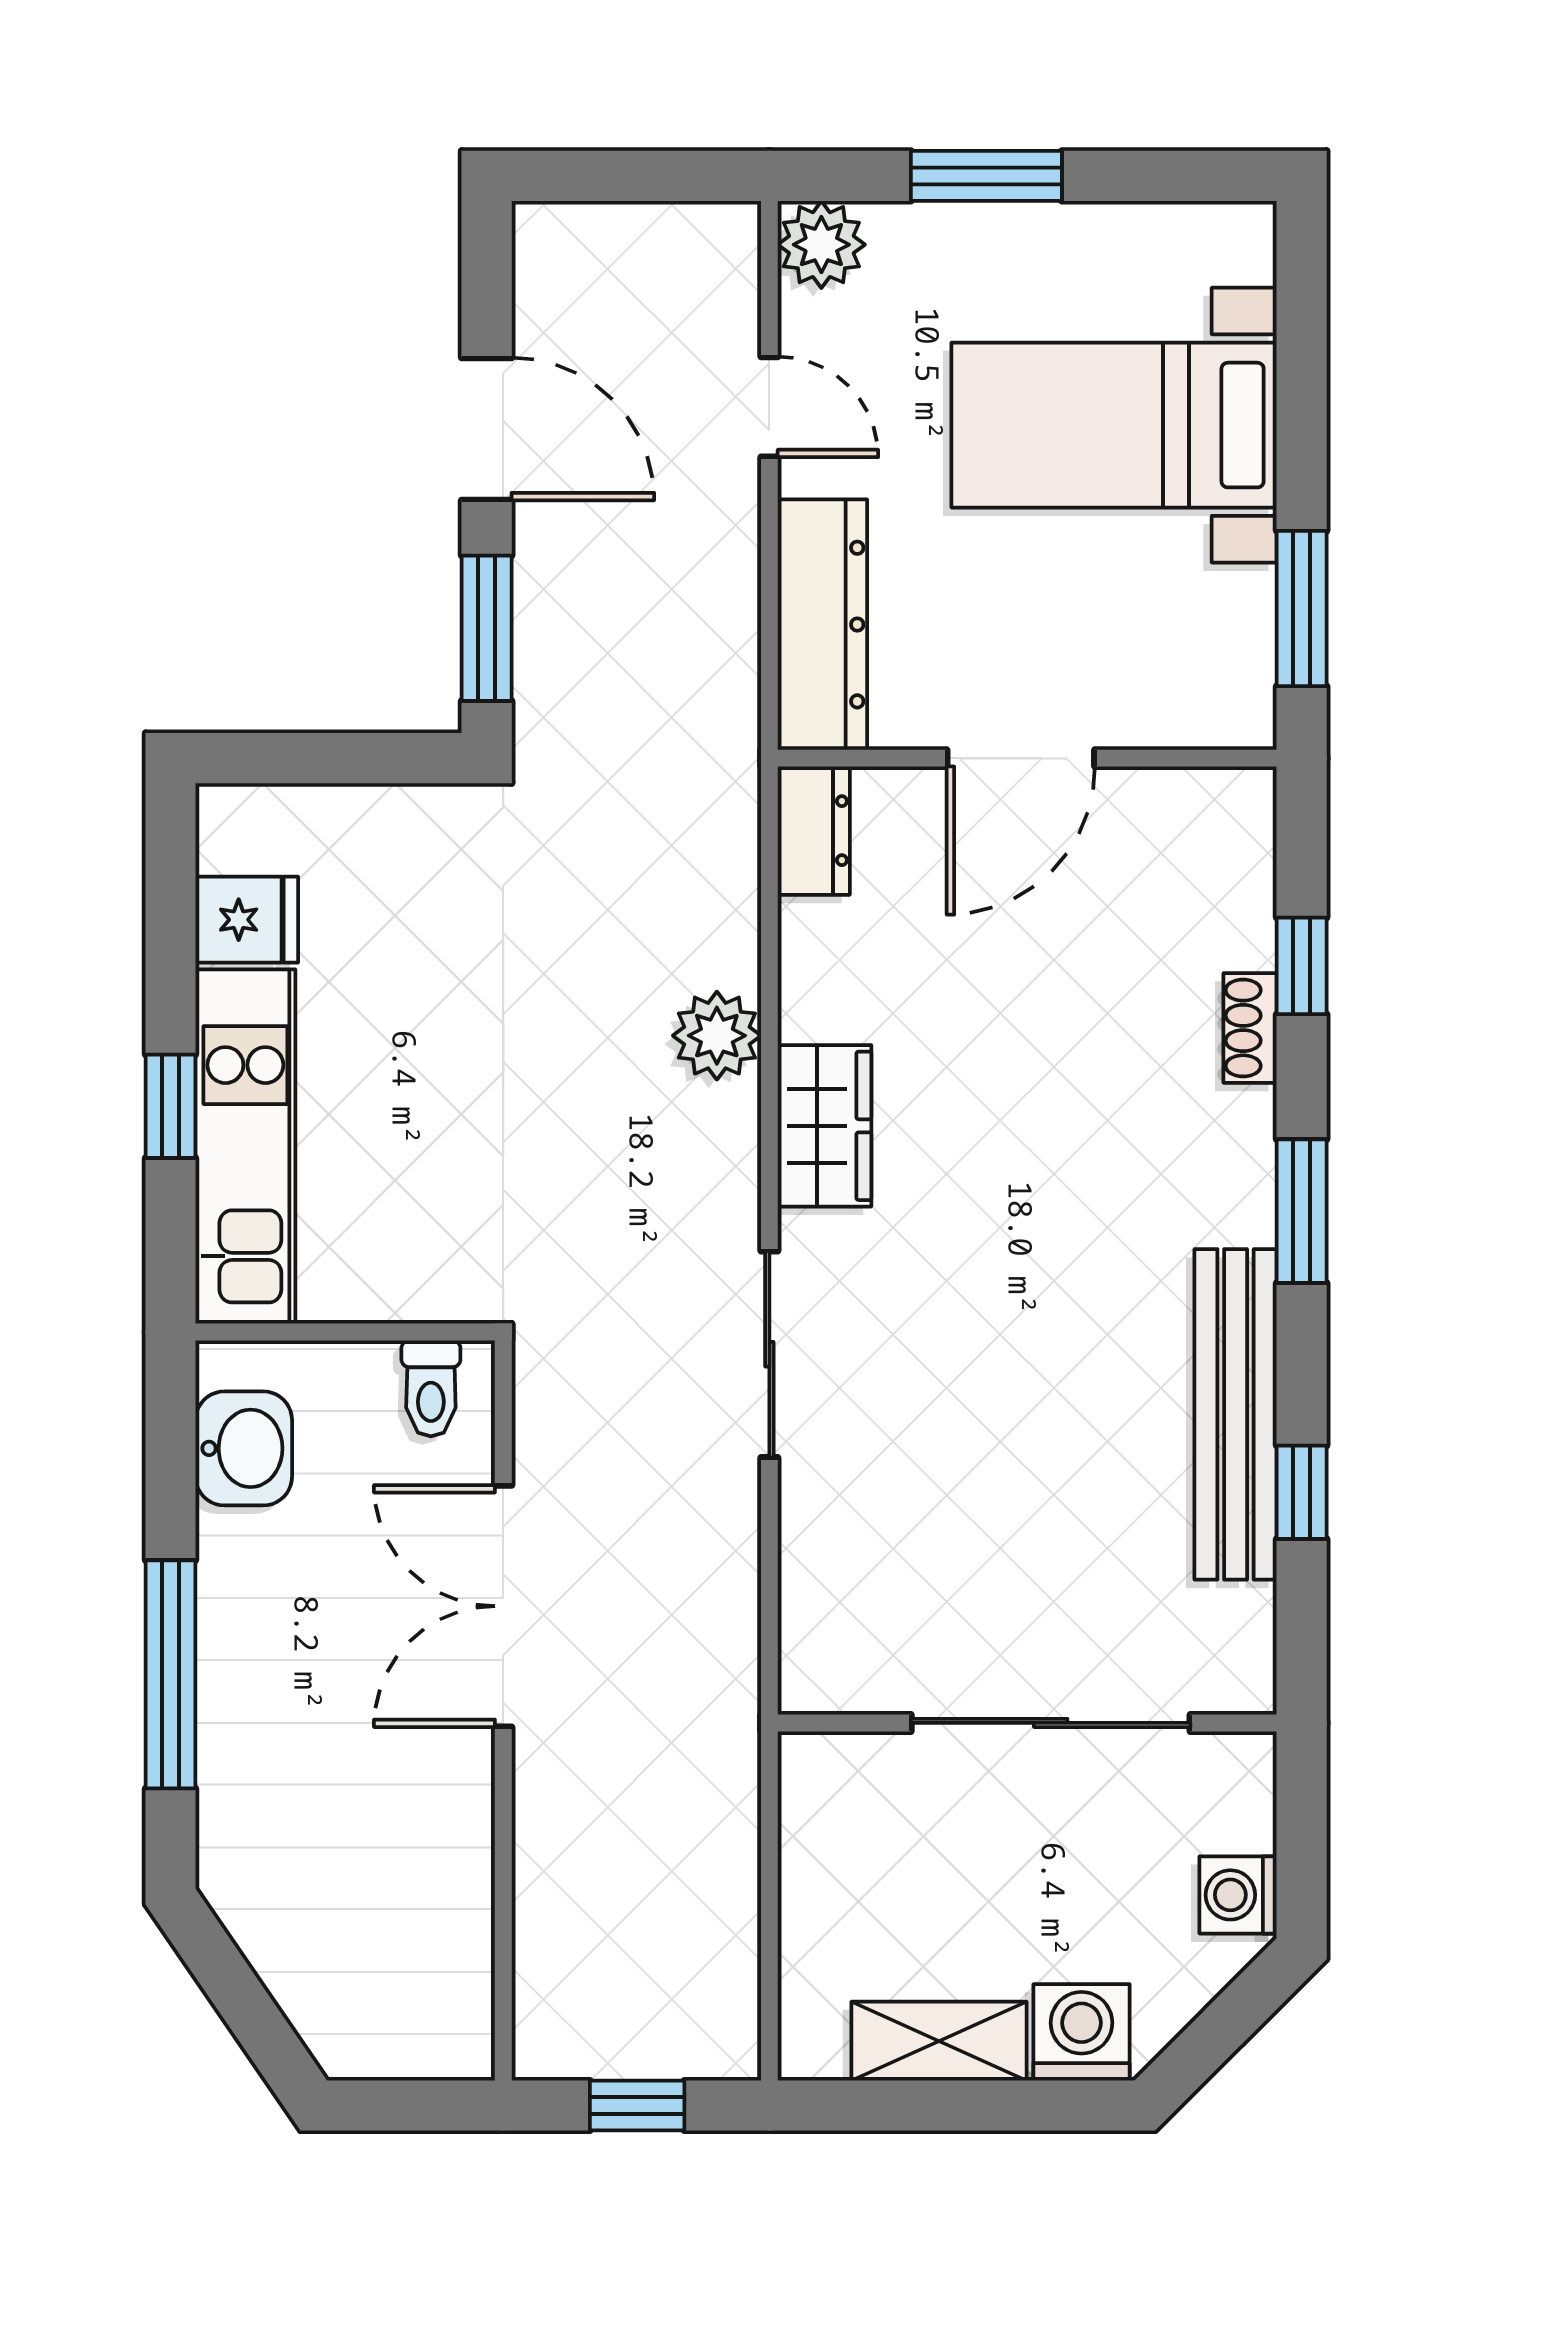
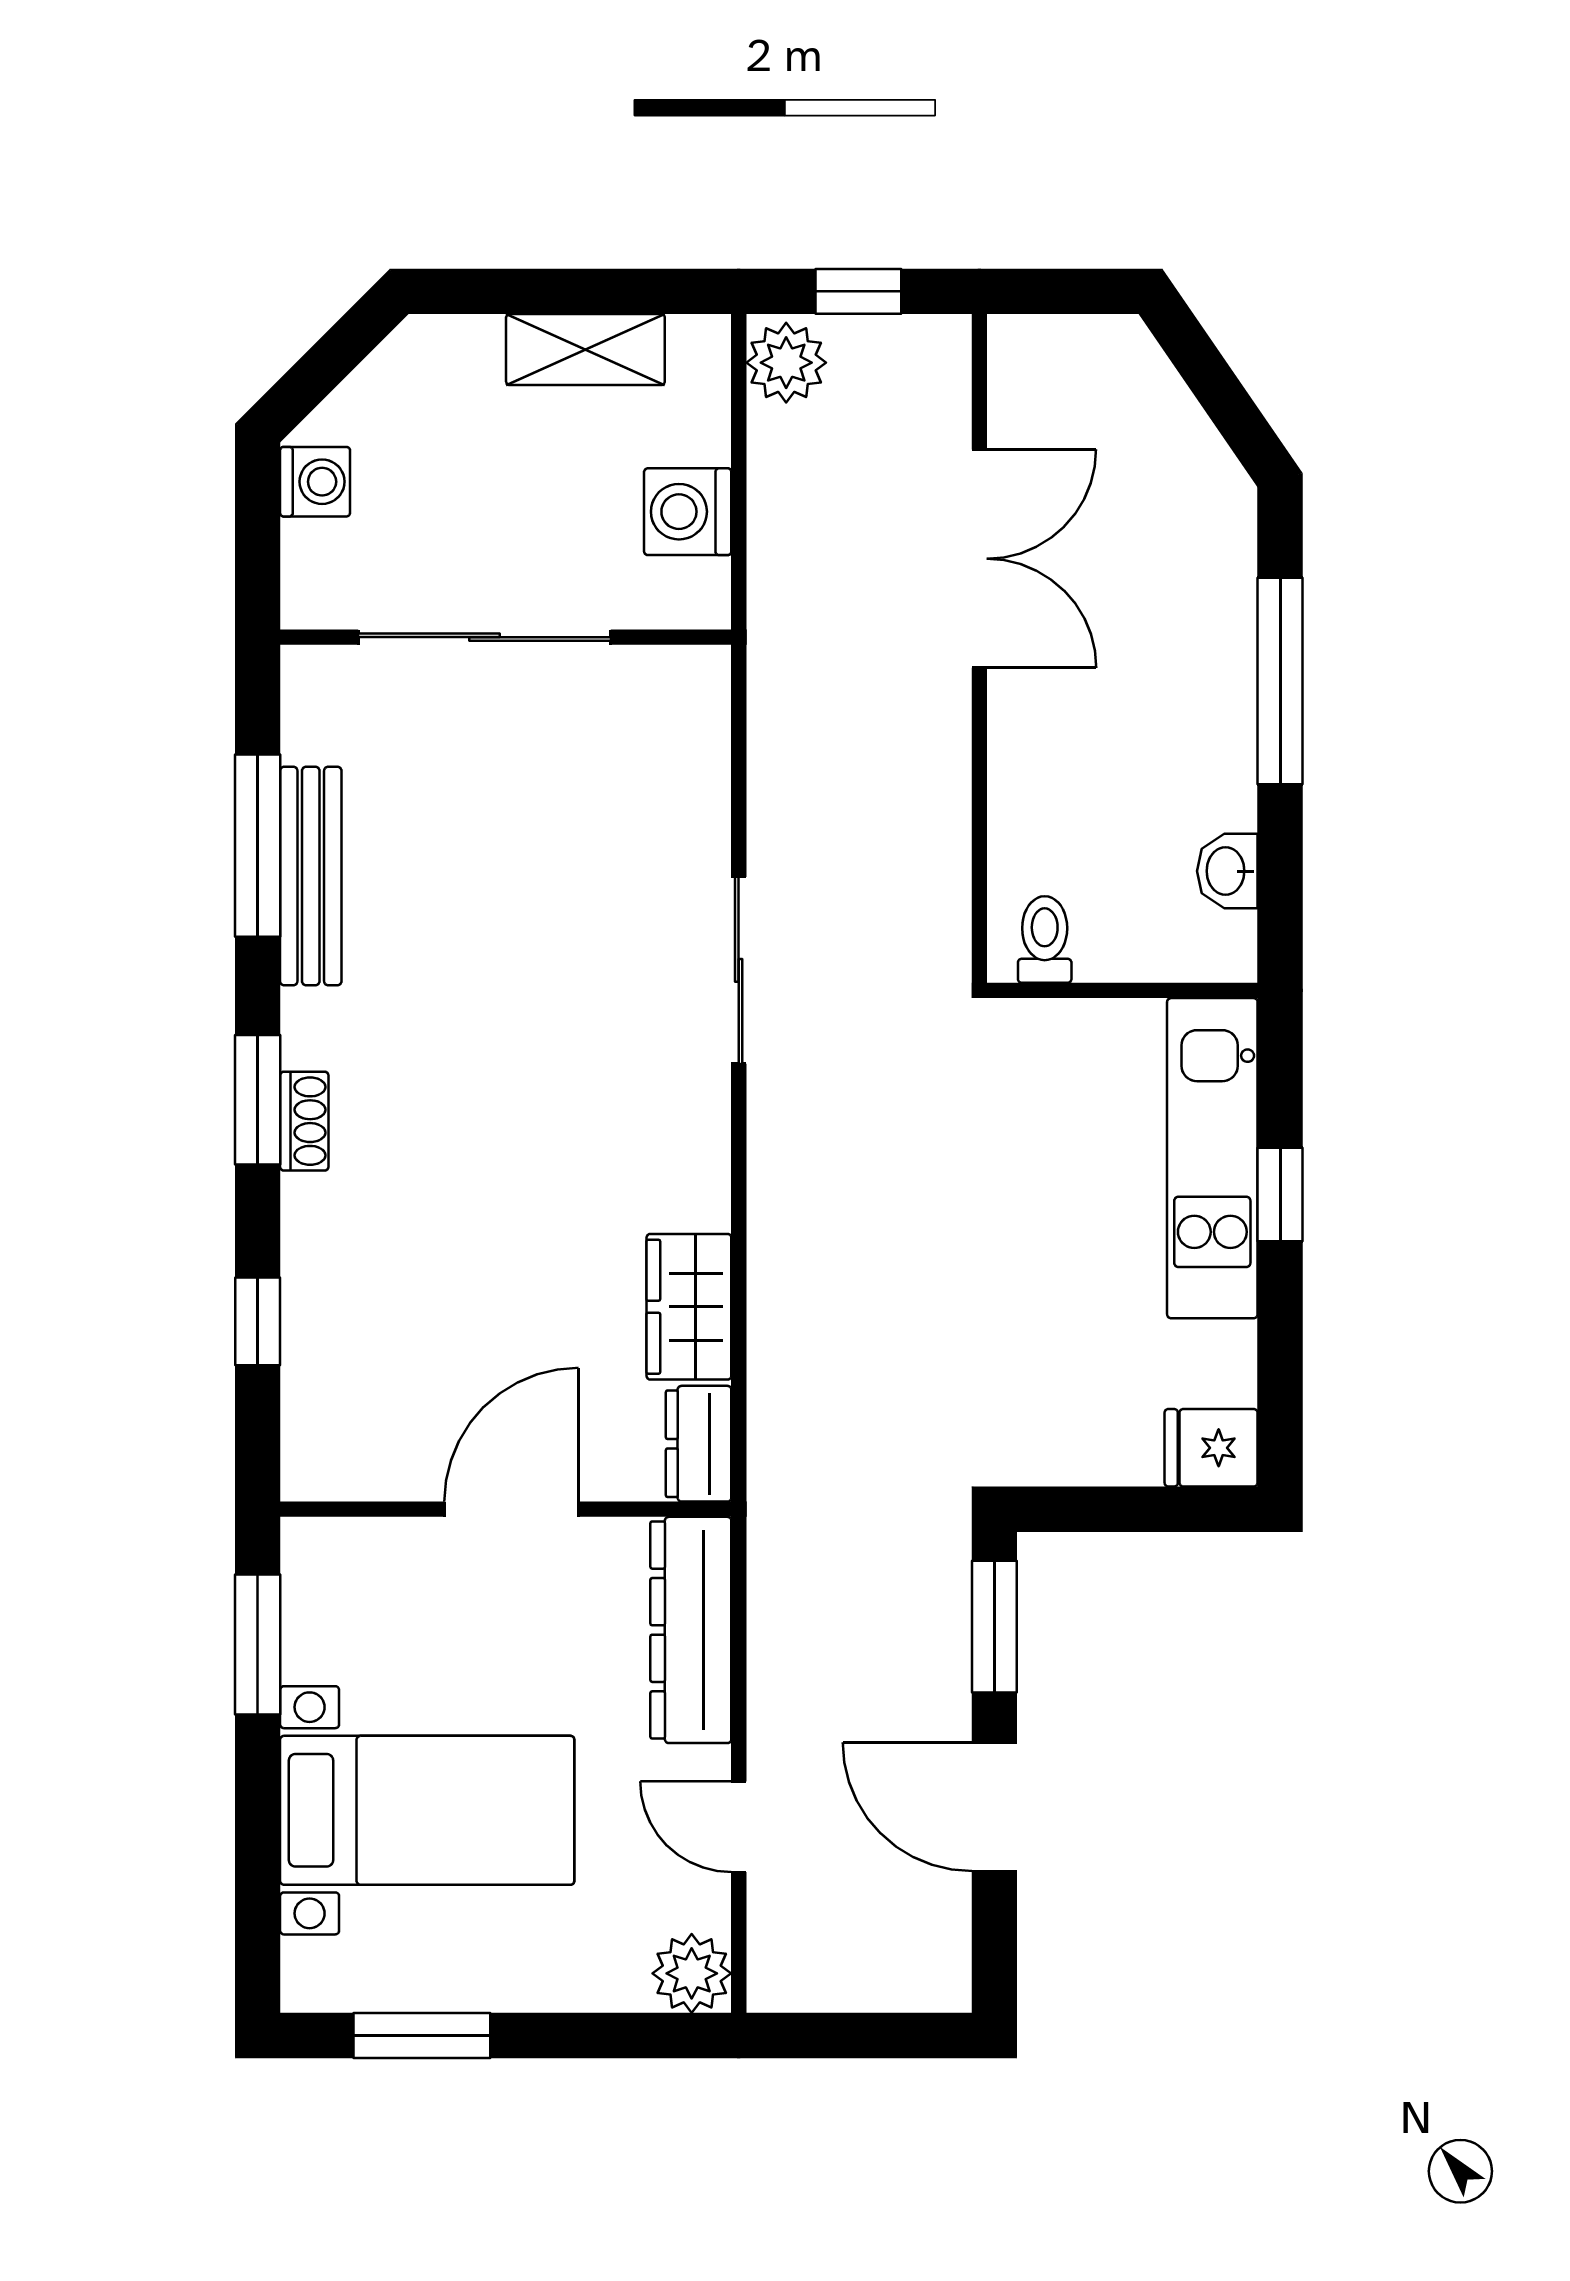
window: (986, 176) -> (422, 2035), moved
fridge: (247, 920) -> (1211, 1448), moved
shoe rack: (1250, 1028) -> (304, 1121), moved
plant: (717, 1036) -> (786, 363), moved
wardrobe: (825, 1126) -> (689, 1307), moved
bench: (1236, 1414) -> (311, 876), width x0.73, depth x0.82
washbasin: (244, 1448) -> (1227, 871), width x0.72, depth x0.69
window: (1302, 1492) -> (258, 846), width x2.17
double door: (503, 1606) -> (979, 559), moved
washing machine: (1081, 2032) -> (688, 512), moved, turned 90

